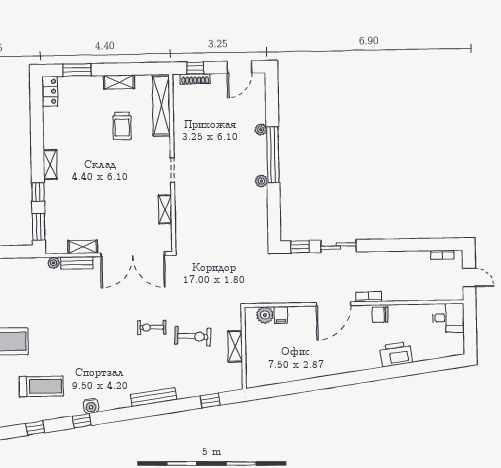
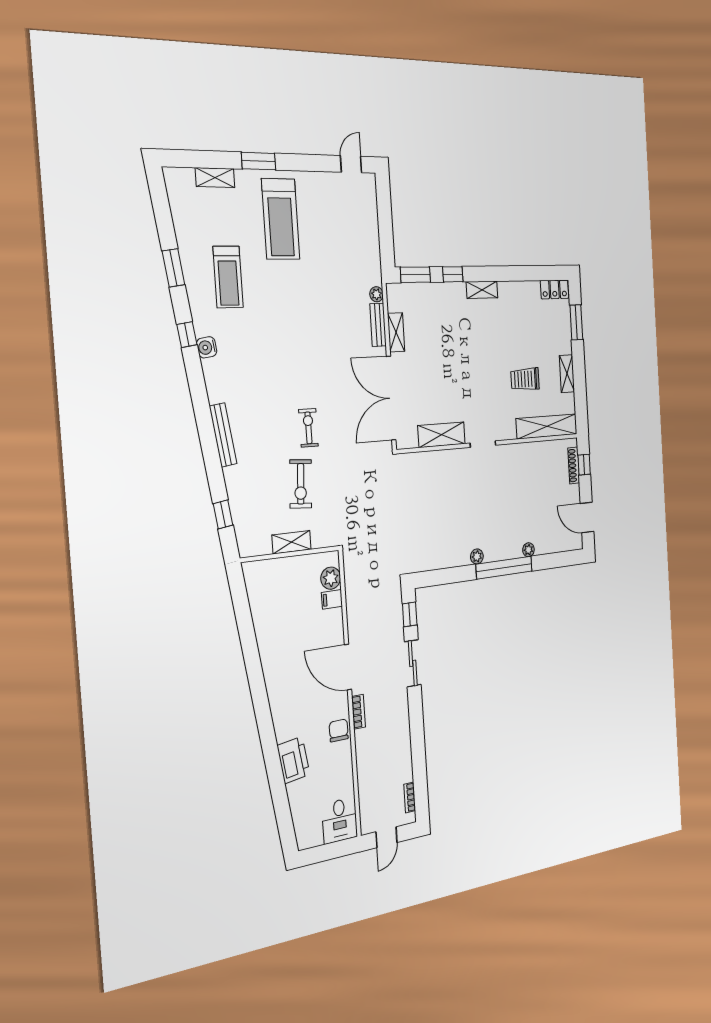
shelving: (165, 209) -> (442, 435), width x1.50, depth x1.33
window: (35, 428) -> (173, 268), width x1.50

